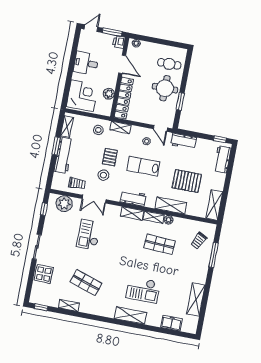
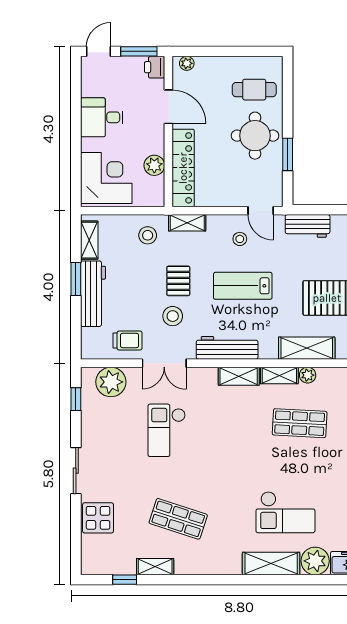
workbench: (133, 198) -> (227, 348), width x1.38
window: (41, 307) -> (125, 580), moved
plant: (154, 319) -> (315, 561), added

